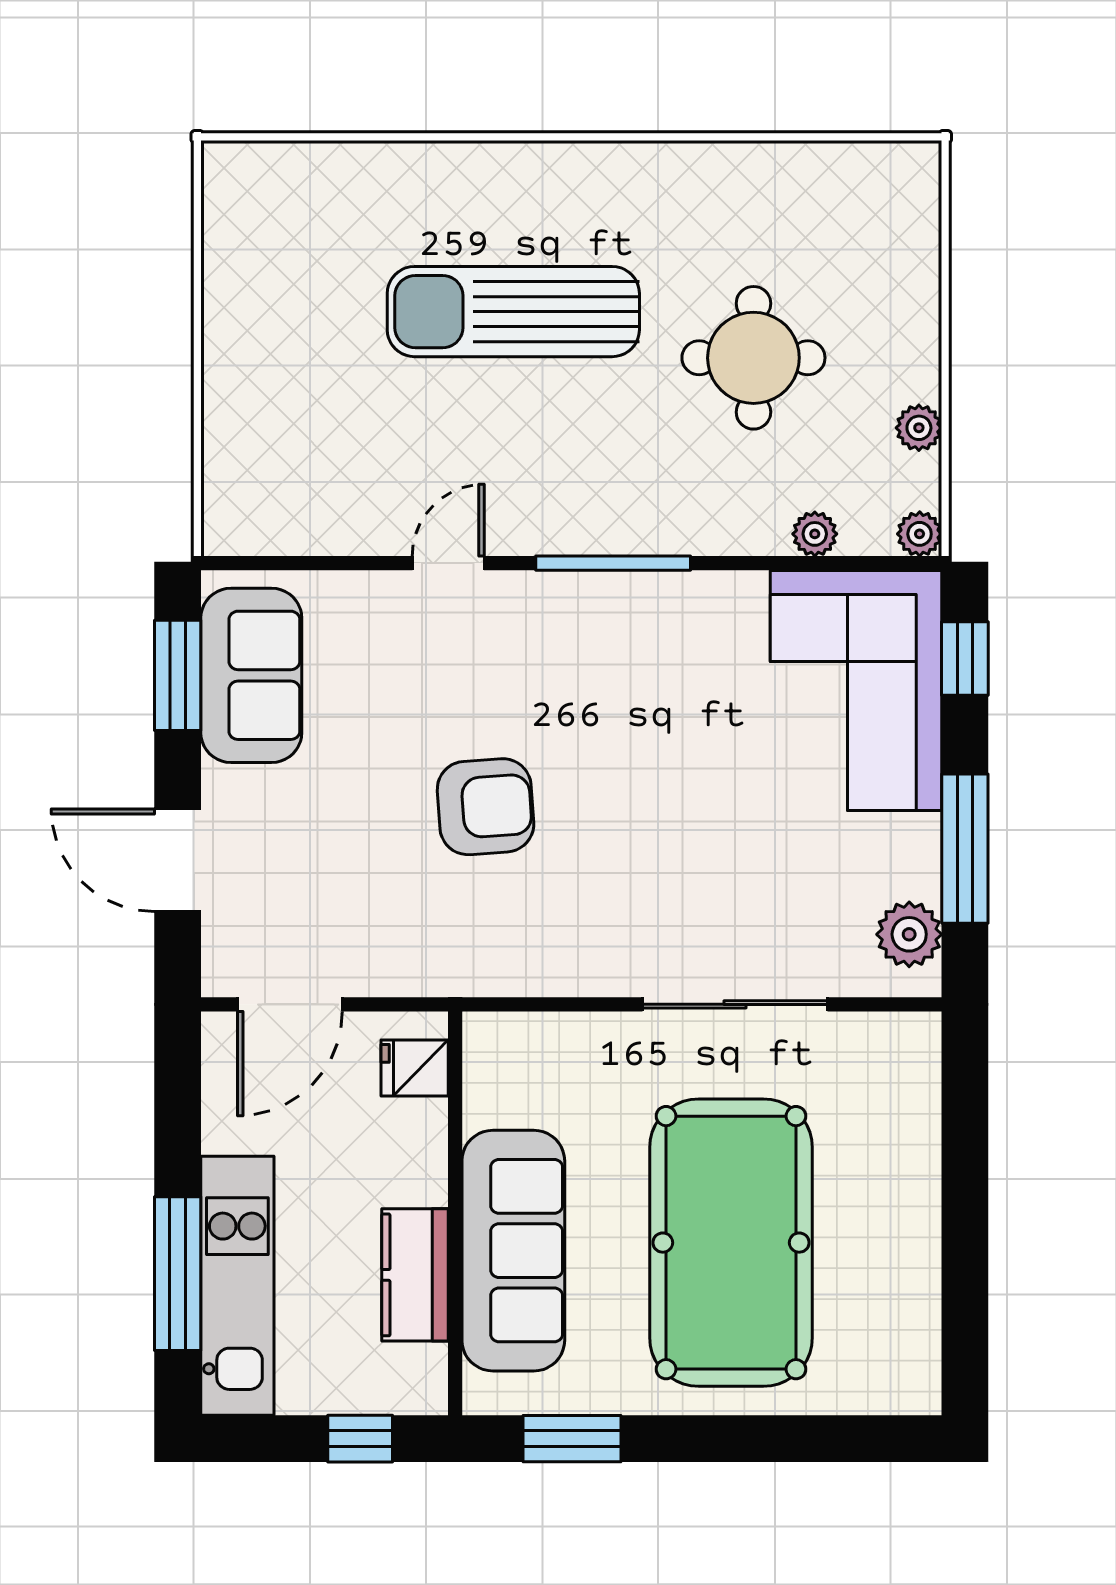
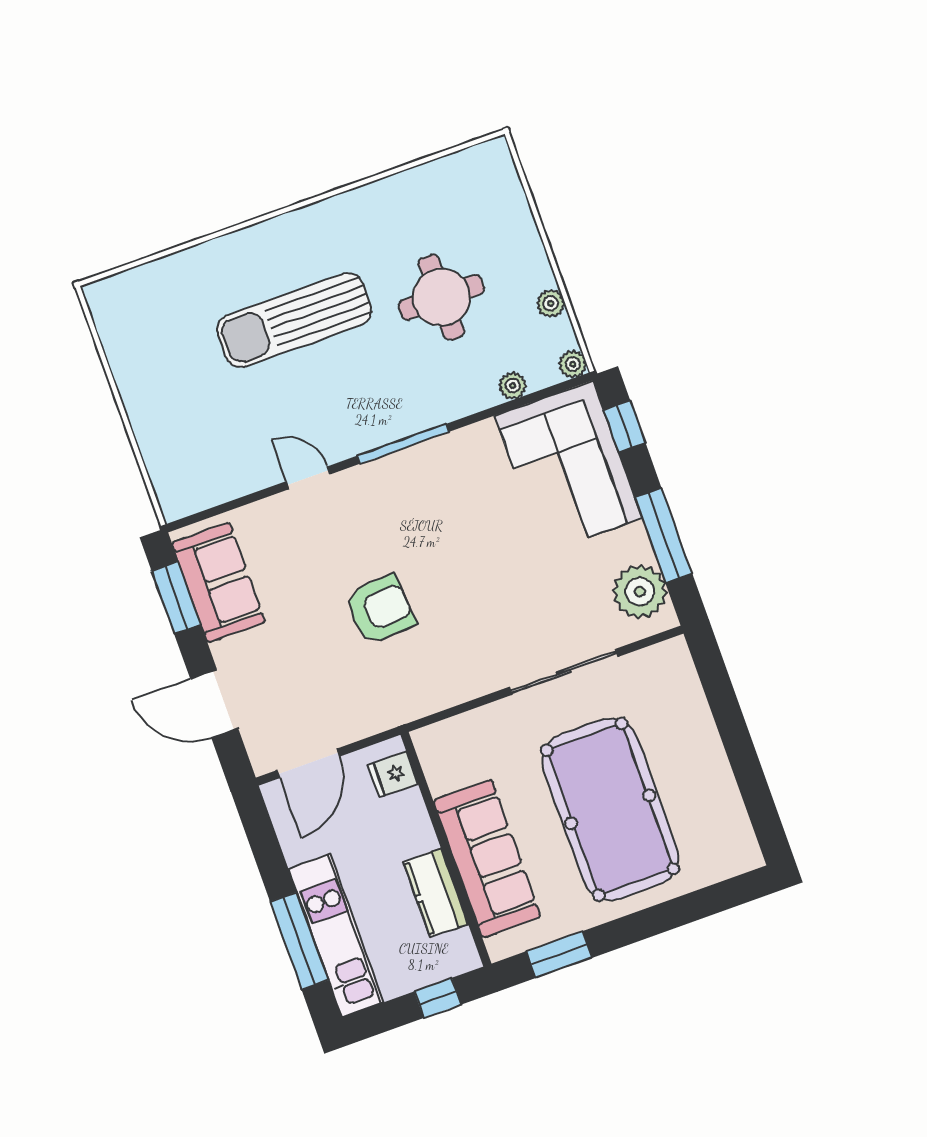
door: (448, 563) -> (308, 478), hinge flipped
plant: (909, 934) -> (640, 592), width x1.36, depth x1.36

